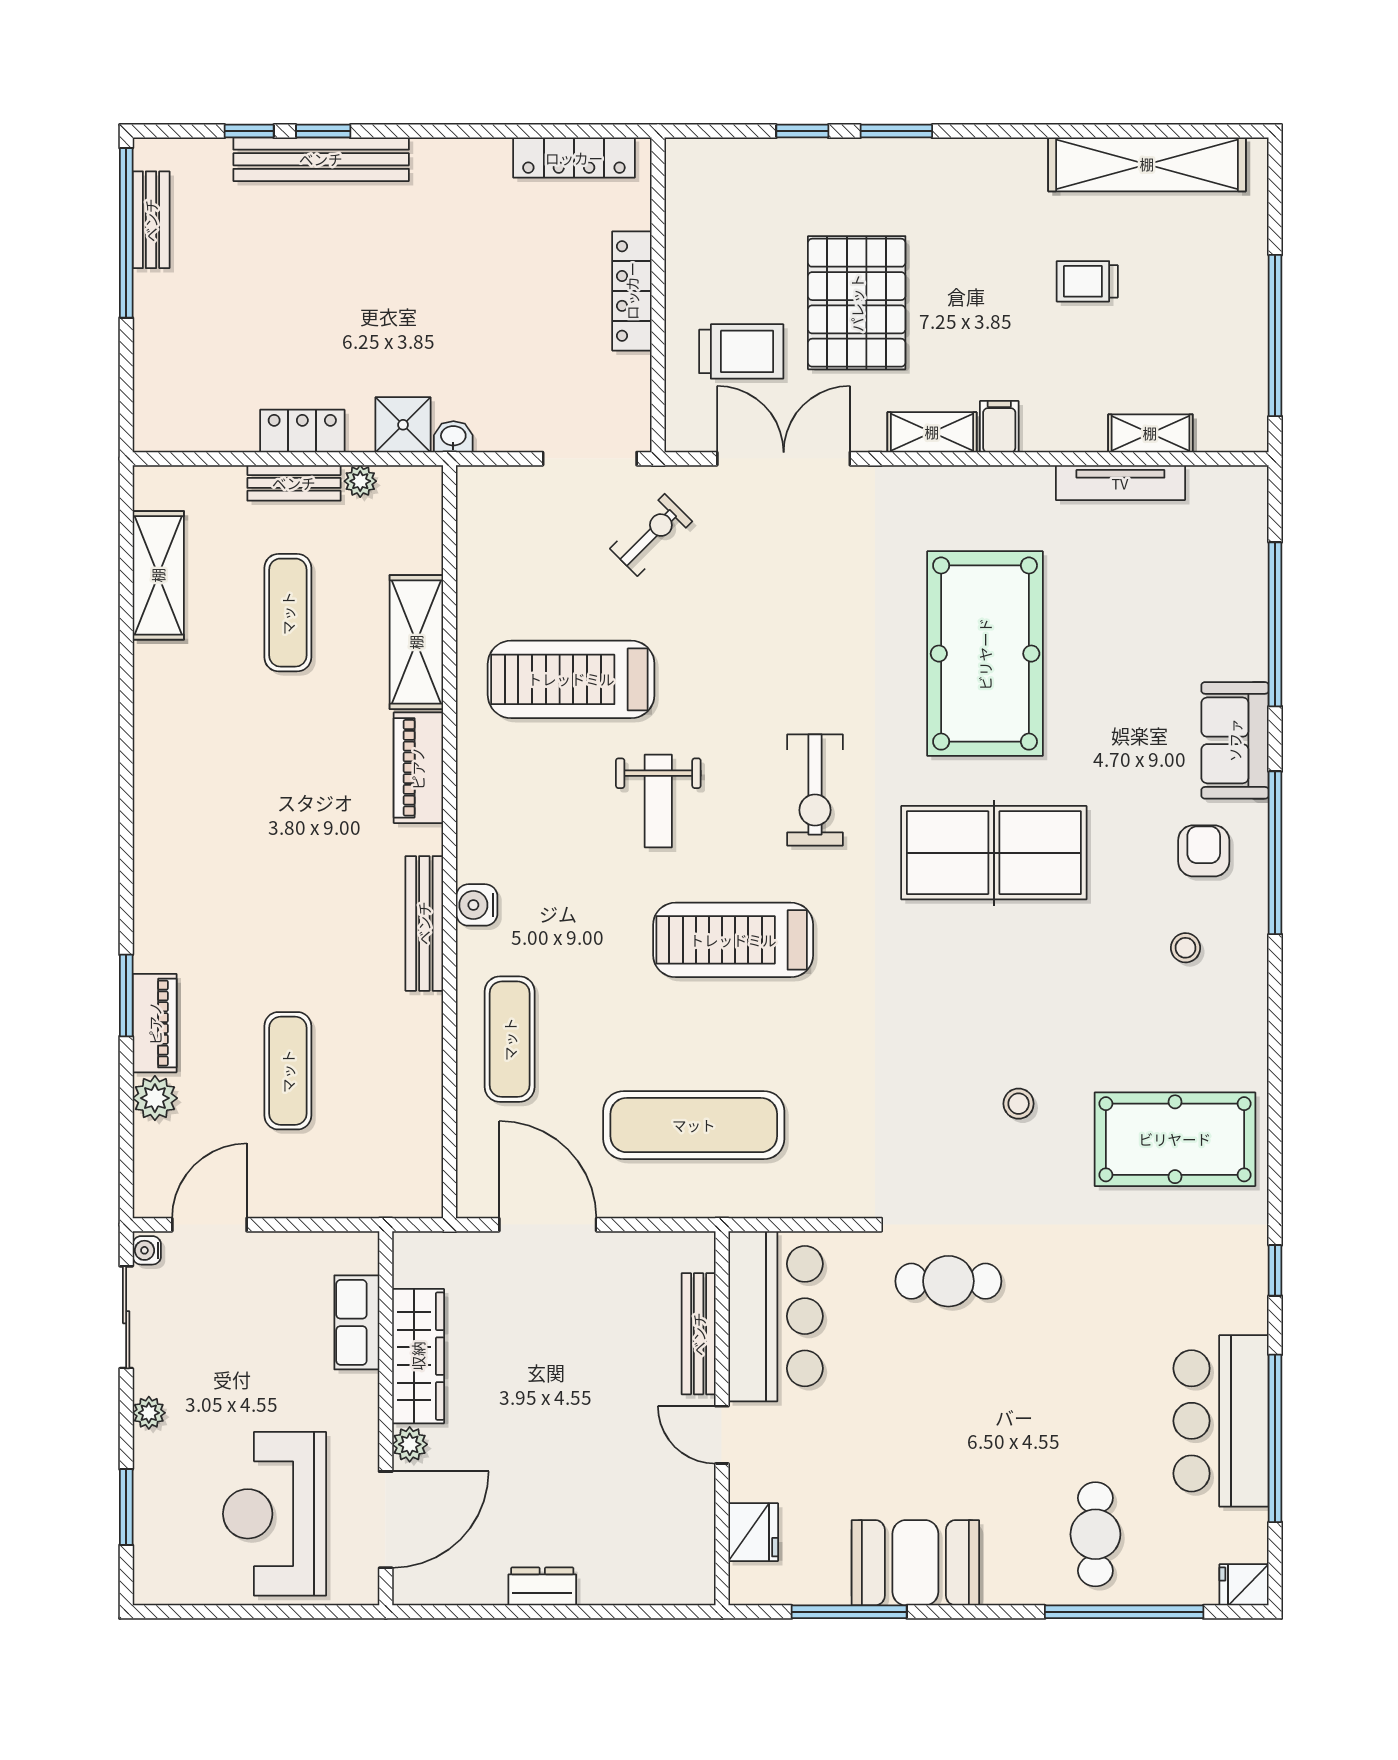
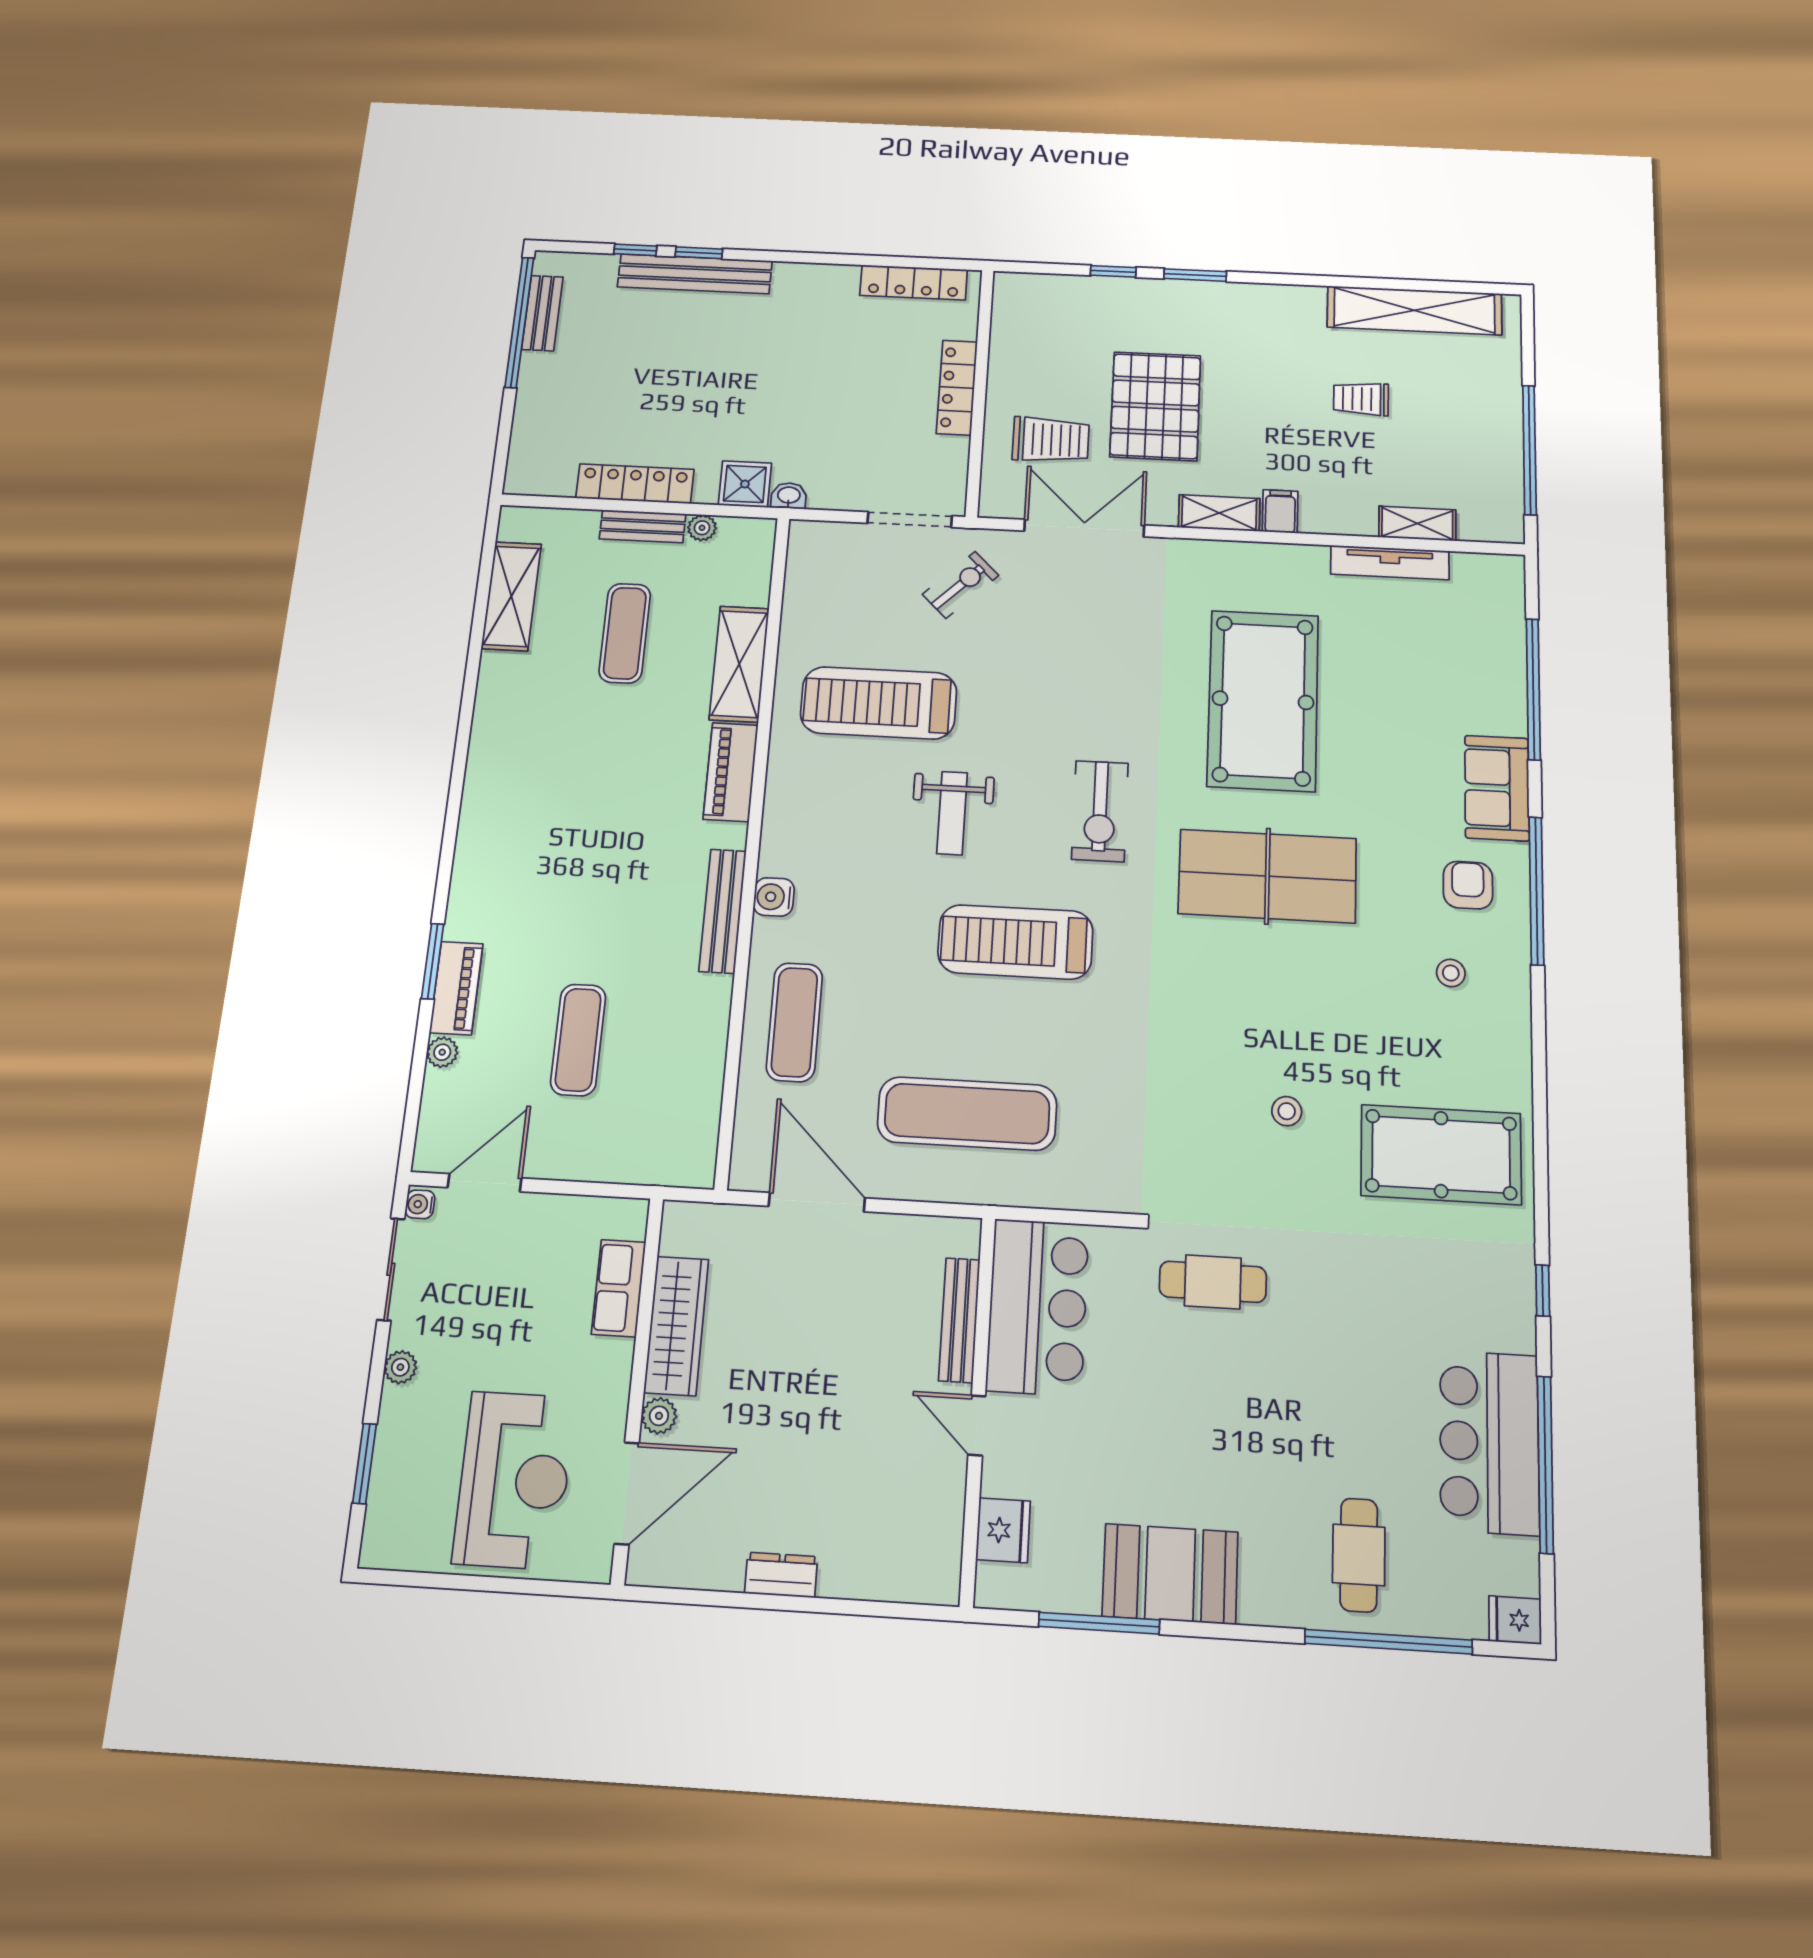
locker: (302, 431) -> (635, 484), width x1.53
plant: (155, 1098) -> (442, 1052), width x0.73, depth x0.73
reception desk: (275, 1514) -> (514, 1480), turned 180

